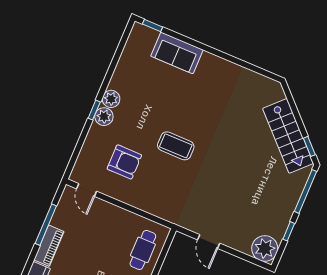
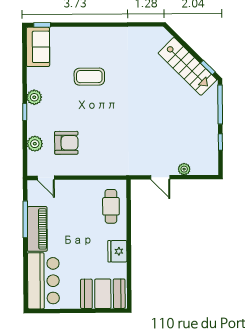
sofa: (177, 53) -> (38, 47), moved, turned -90
plant: (104, 117) -> (35, 144), moved
coffee table: (176, 146) -> (89, 77), moved
piano: (49, 246) -> (37, 229), width x1.37, depth x1.33
plant: (265, 249) -> (184, 169), moved, width x0.53, depth x0.53

